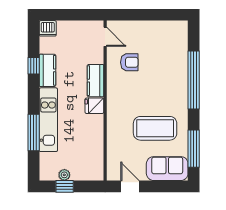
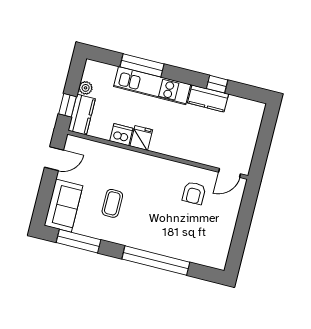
dishwasher: (48, 28) -> (121, 135), moved, turned 90
kitchen counter: (96, 81) -> (82, 115), moved, turned 90
fridge: (94, 106) -> (141, 138), moved
coffee table: (155, 128) -> (112, 203), width x0.54, depth x0.58
window: (65, 186) -> (67, 105), moved

